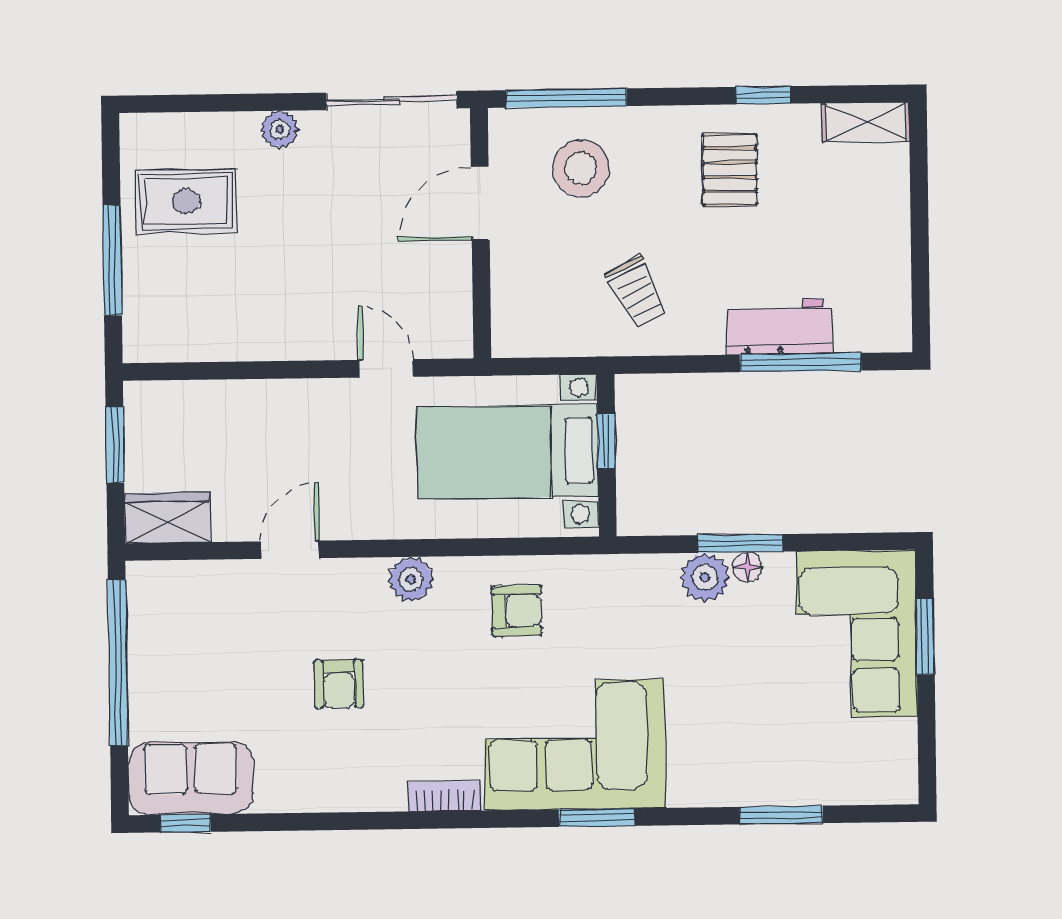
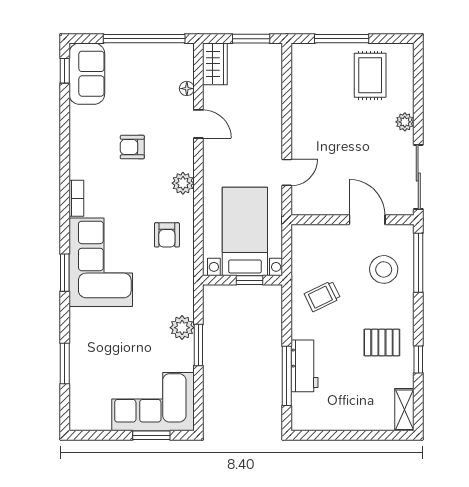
floor lamp: (748, 567) -> (187, 89), moved

